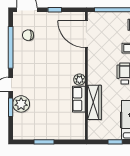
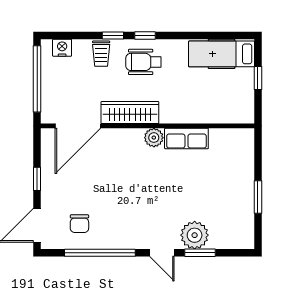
wardrobe: (94, 102) -> (130, 113), moved

